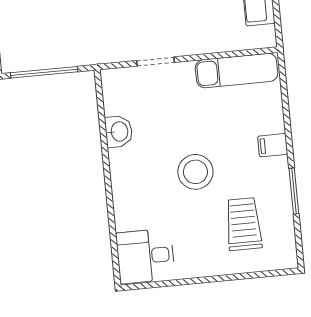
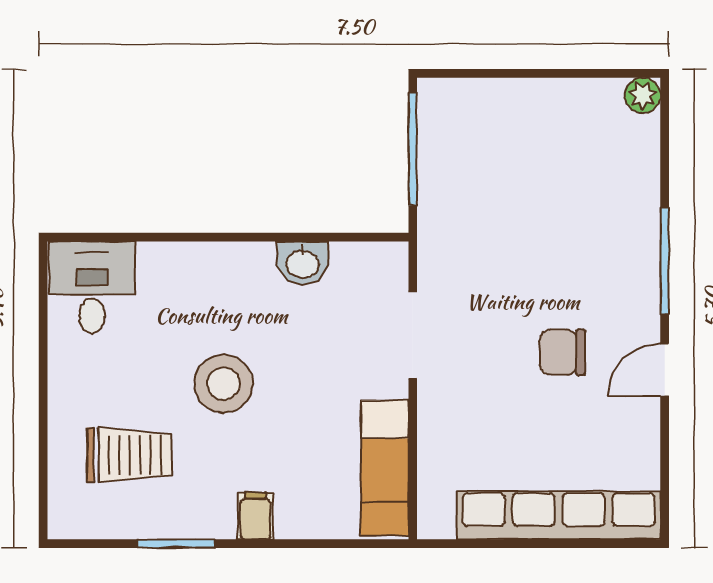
doorway: (156, 62) -> (413, 335), width x1.38

